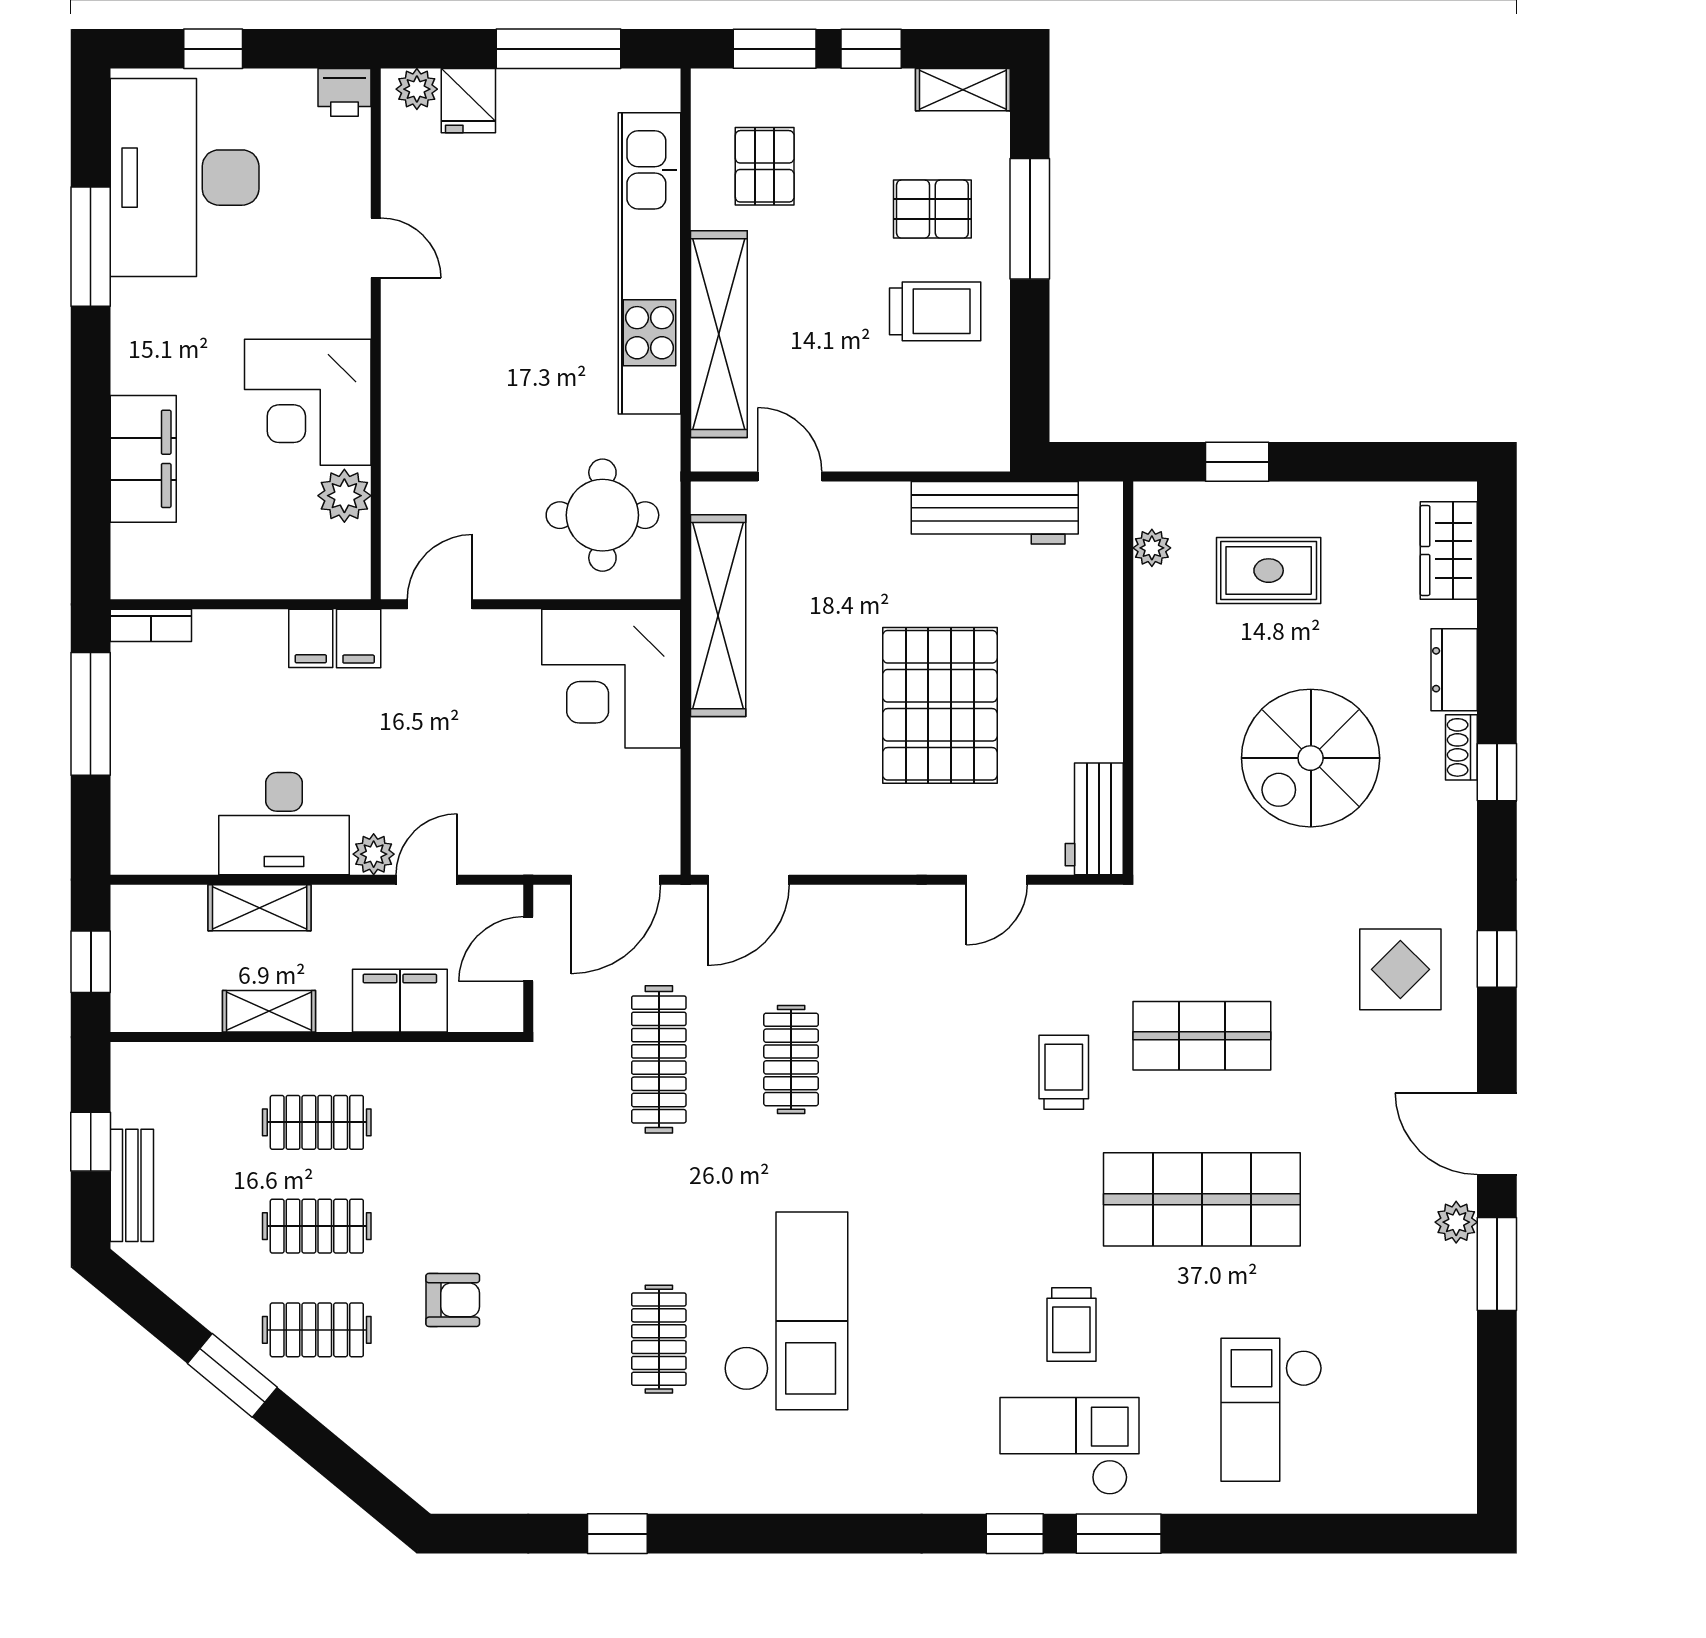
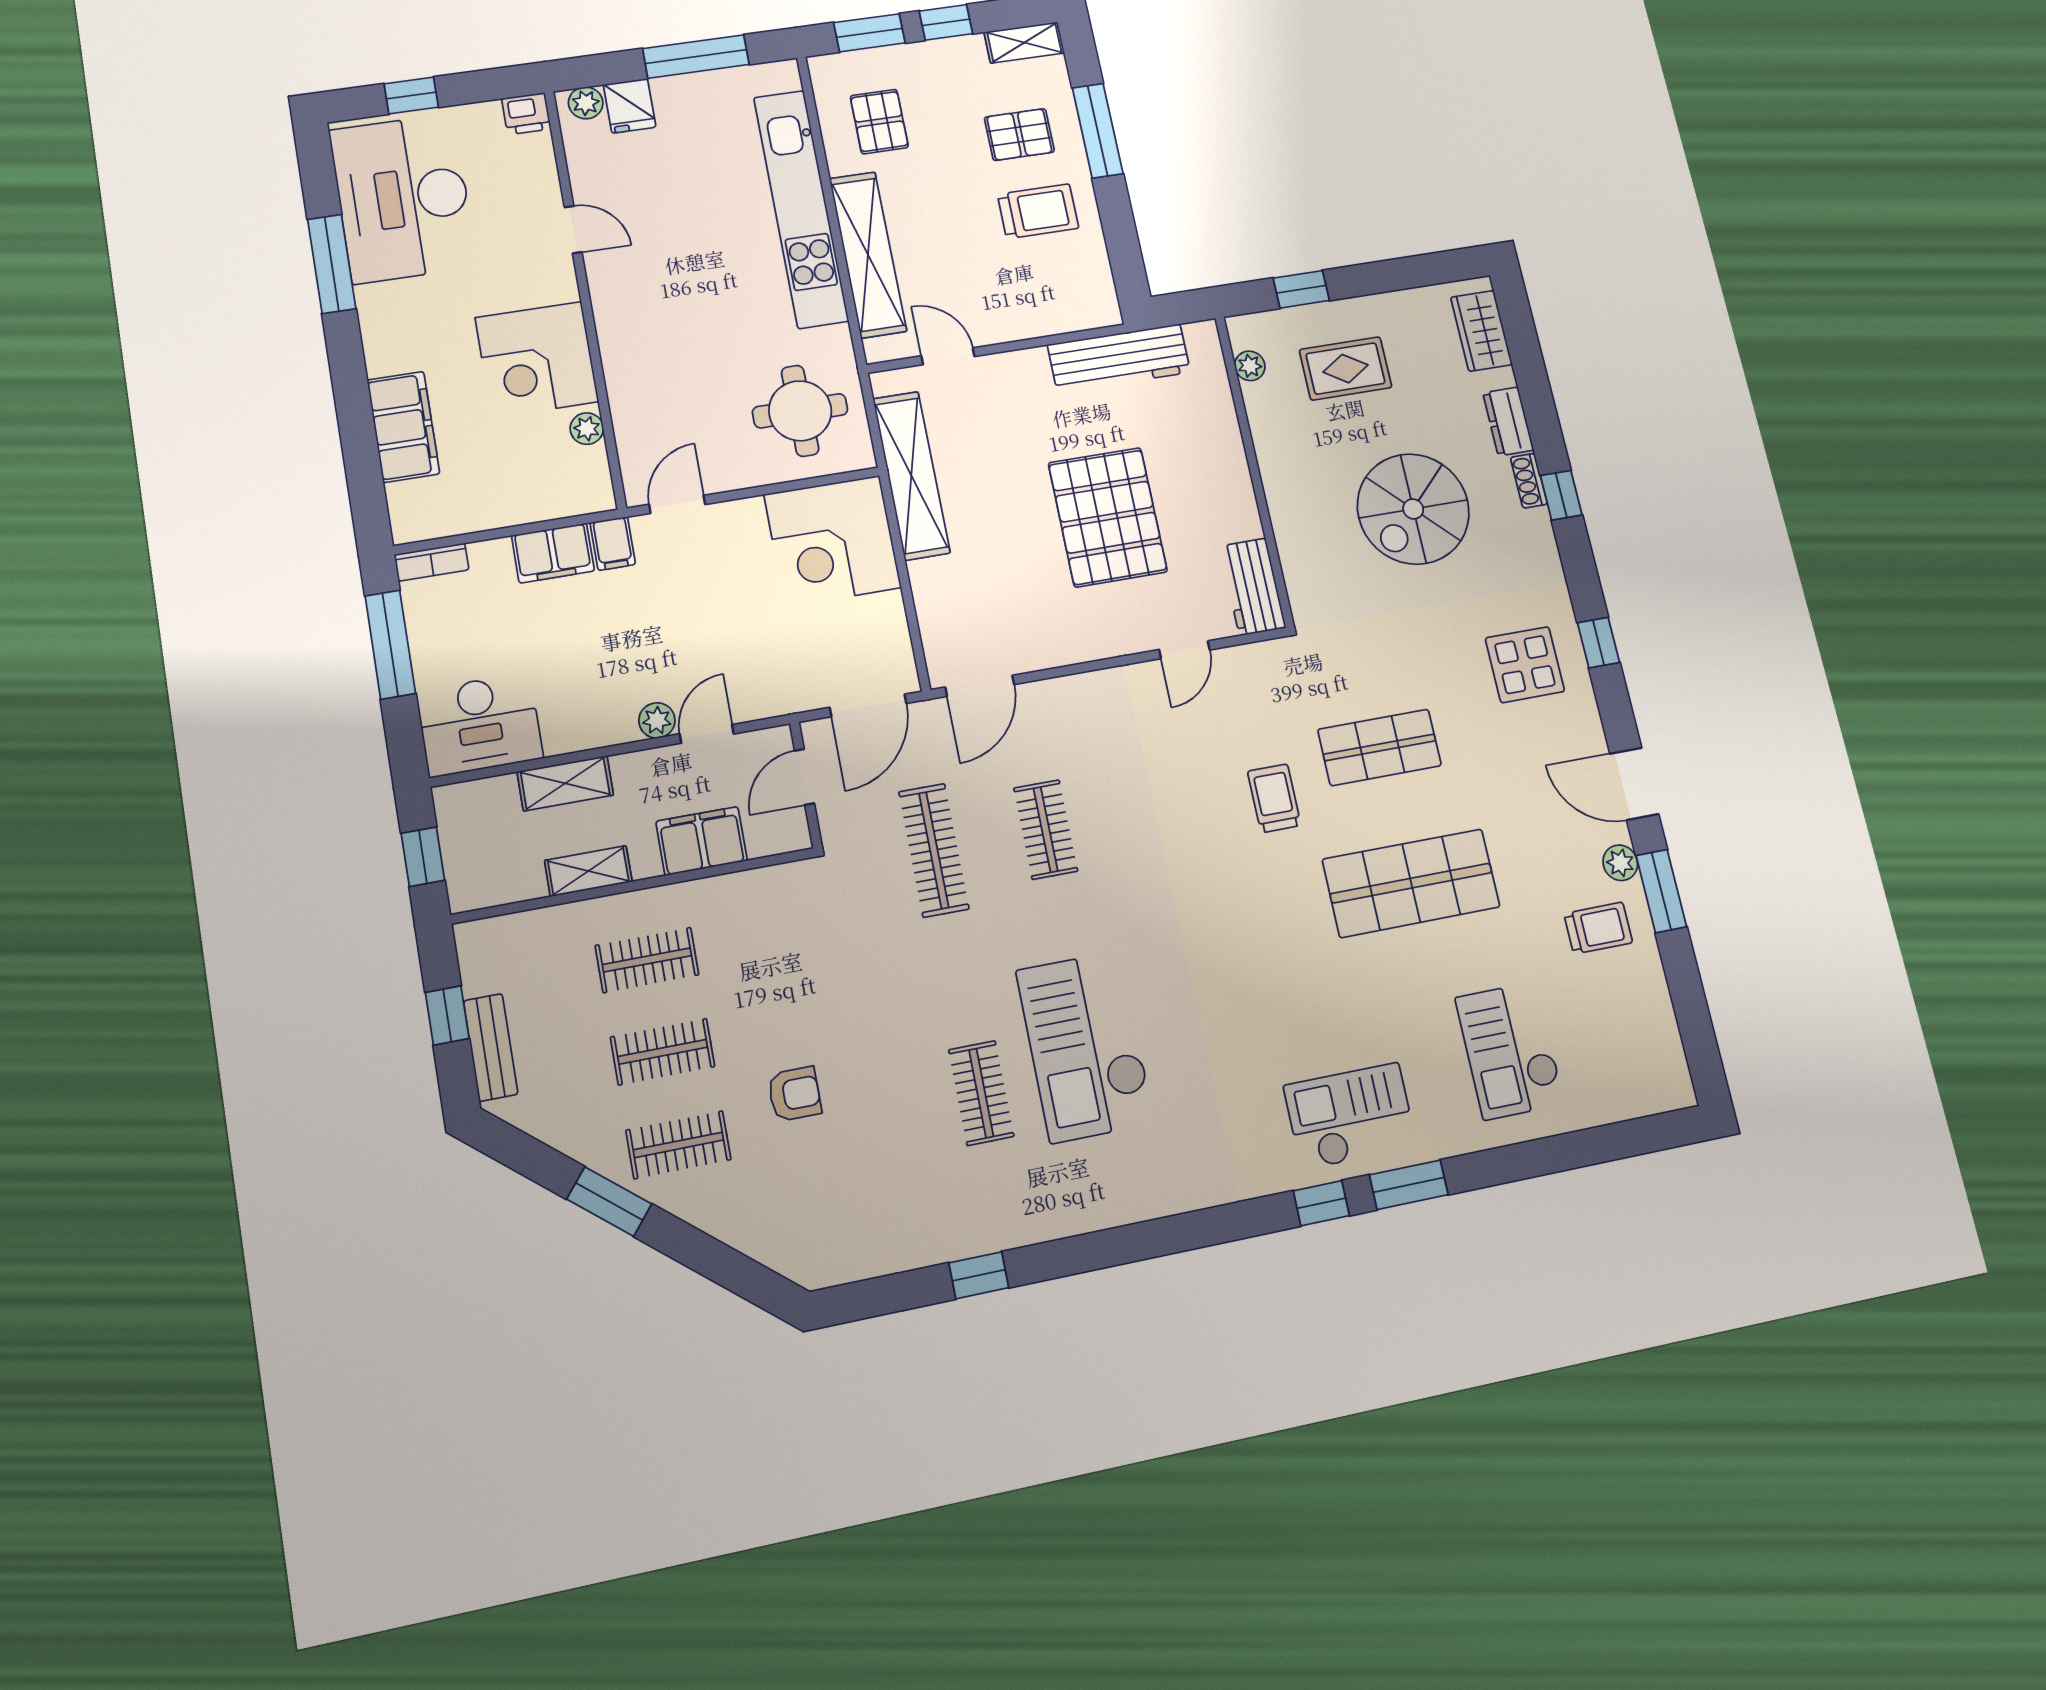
plant: (344, 496) -> (587, 429), width x0.73, depth x0.73
filing cabinet: (311, 638) -> (553, 553), width x2.00
desk: (284, 824) -> (480, 725), moved
checkout: (786, 1311) -> (1085, 1046), turned 180
trolley: (1071, 1325) -> (1598, 928), moved, turned -90

